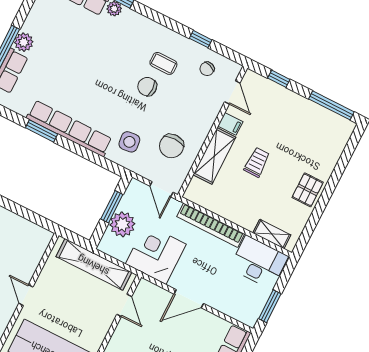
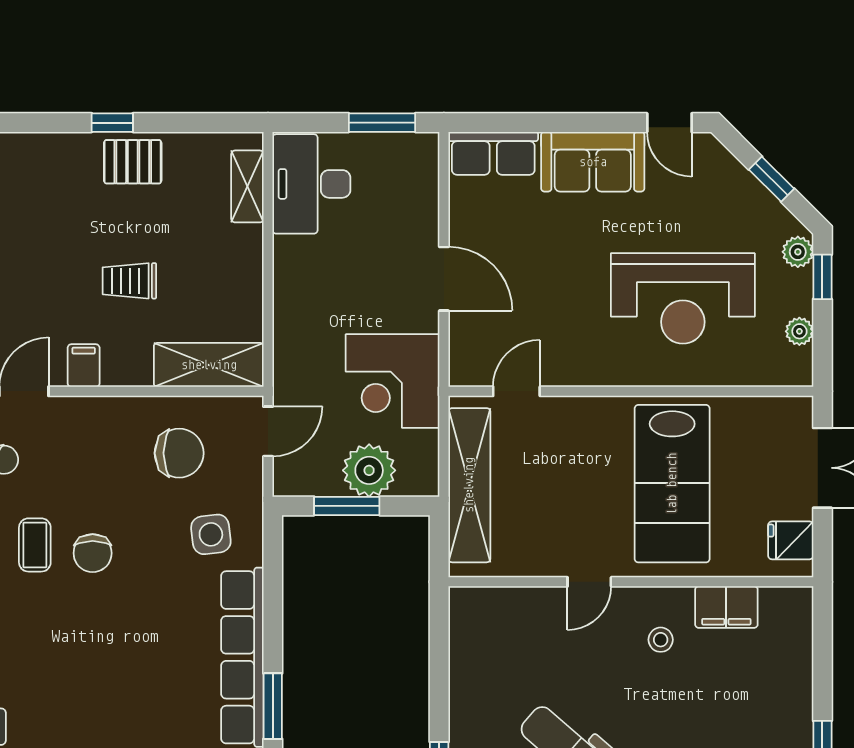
shelving: (214, 156) -> (209, 365), moved
window: (329, 190) -> (112, 123), added
bookcase: (211, 225) -> (288, 307), removed

